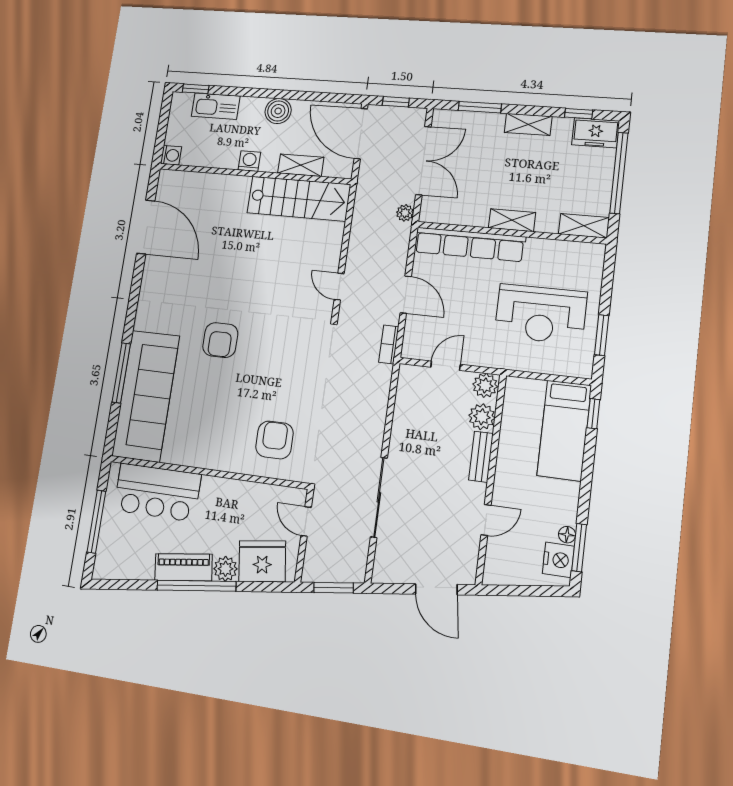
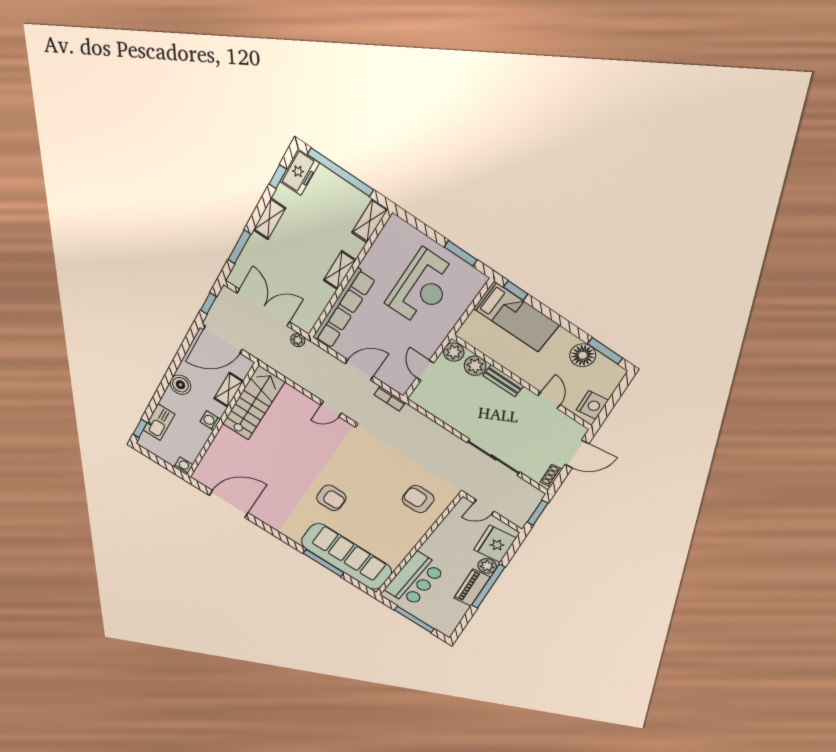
floor lamp: (567, 535) -> (583, 355), width x1.89, depth x1.89
nightstand: (558, 560) -> (592, 405), moved, turned 82
shoe rack: (392, 576) -> (551, 476), added

